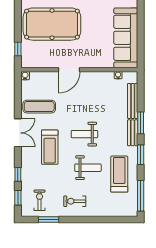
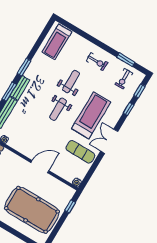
weight bench: (84, 134) -> (58, 109), turned 90
treadmill: (50, 147) -> (91, 115), width x1.37, depth x1.38
weight bench: (88, 168) -> (71, 82), turned 90
treadmill: (119, 174) -> (57, 42), moved
window: (141, 196) -> (43, 35), removed

